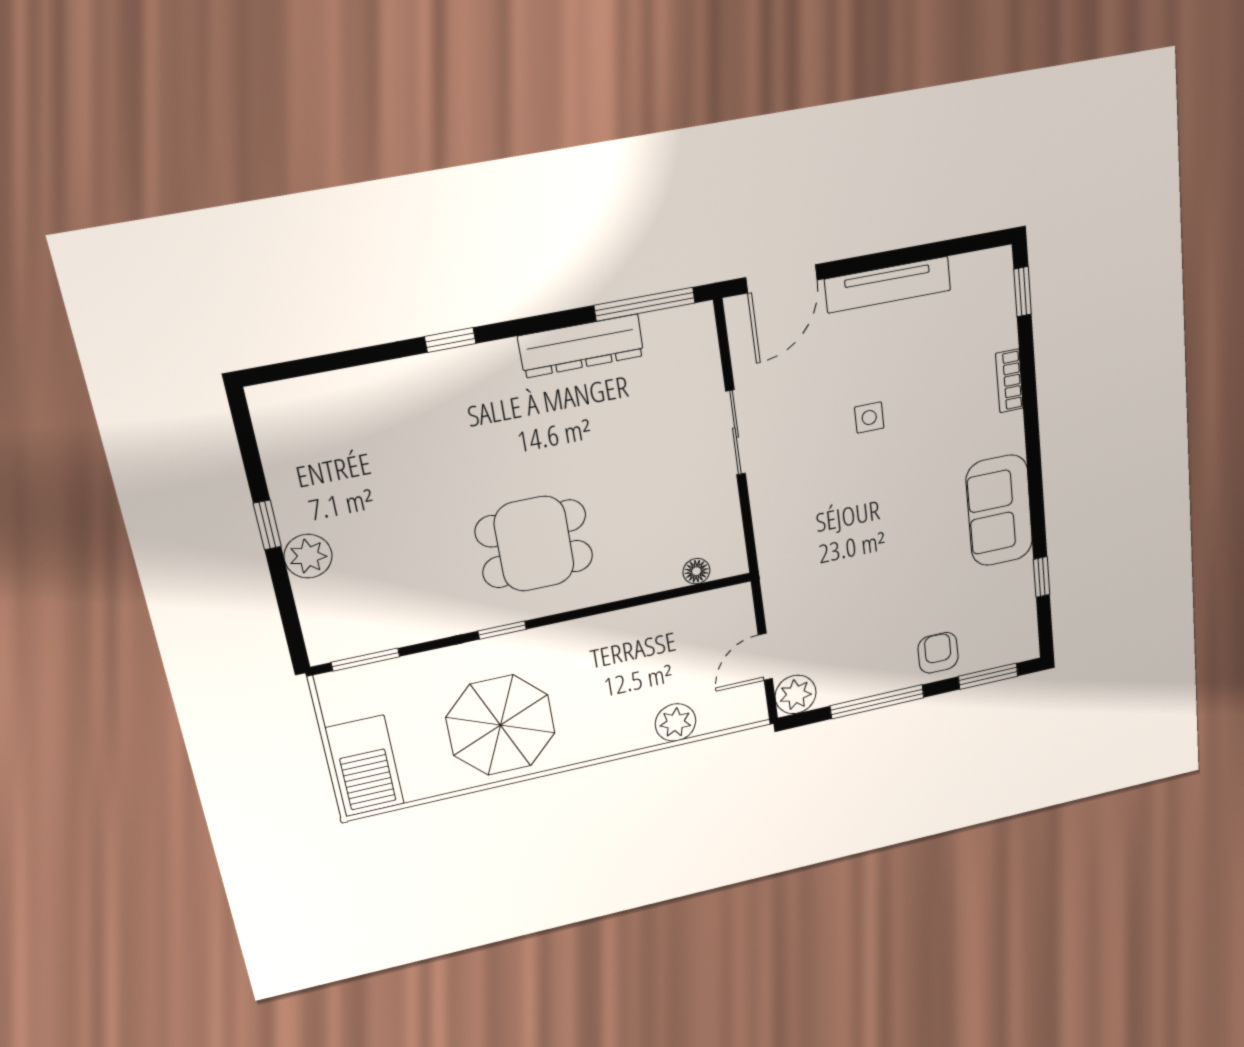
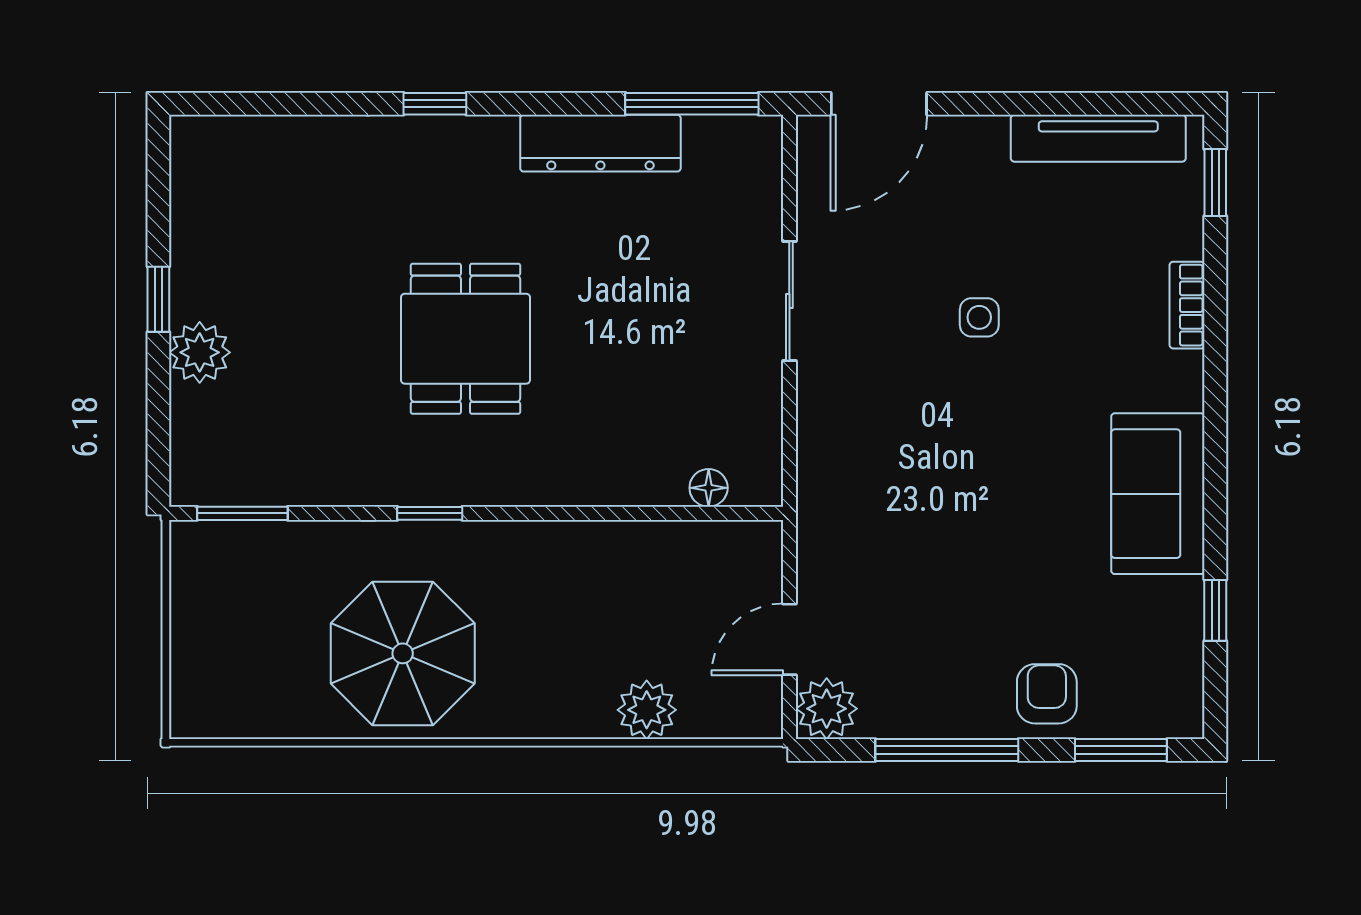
tv unit: (888, 285) -> (1098, 138), moved
dining table: (534, 544) -> (465, 339), moved, turned 90
barbecue: (365, 766) -> (210, 669), removed

